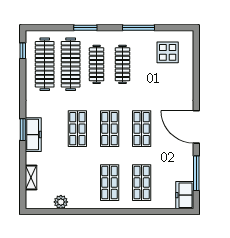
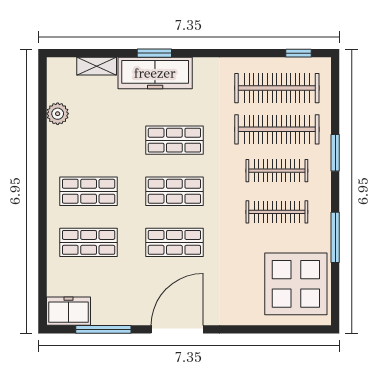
display table: (168, 52) -> (296, 284), width x1.86, depth x1.86
window: (23, 130) -> (154, 53), moved
freezer: (33, 135) -> (155, 73), width x1.36, depth x1.26

